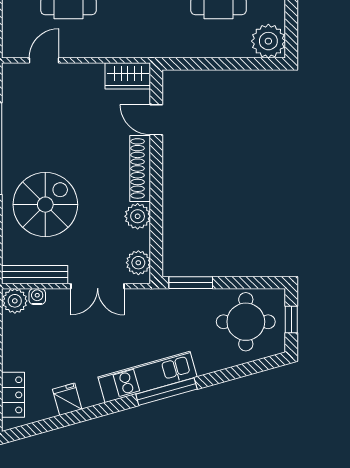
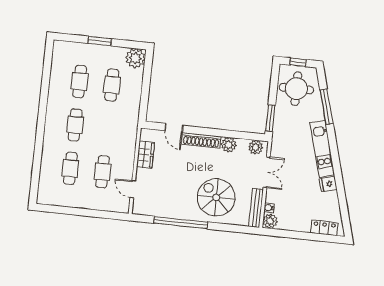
wardrobe: (128, 76) -> (145, 155), moved
door: (156, 120) -> (174, 128), hinge flipped
window: (166, 392) -> (327, 107), moved
fridge: (67, 399) -> (328, 184), moved

